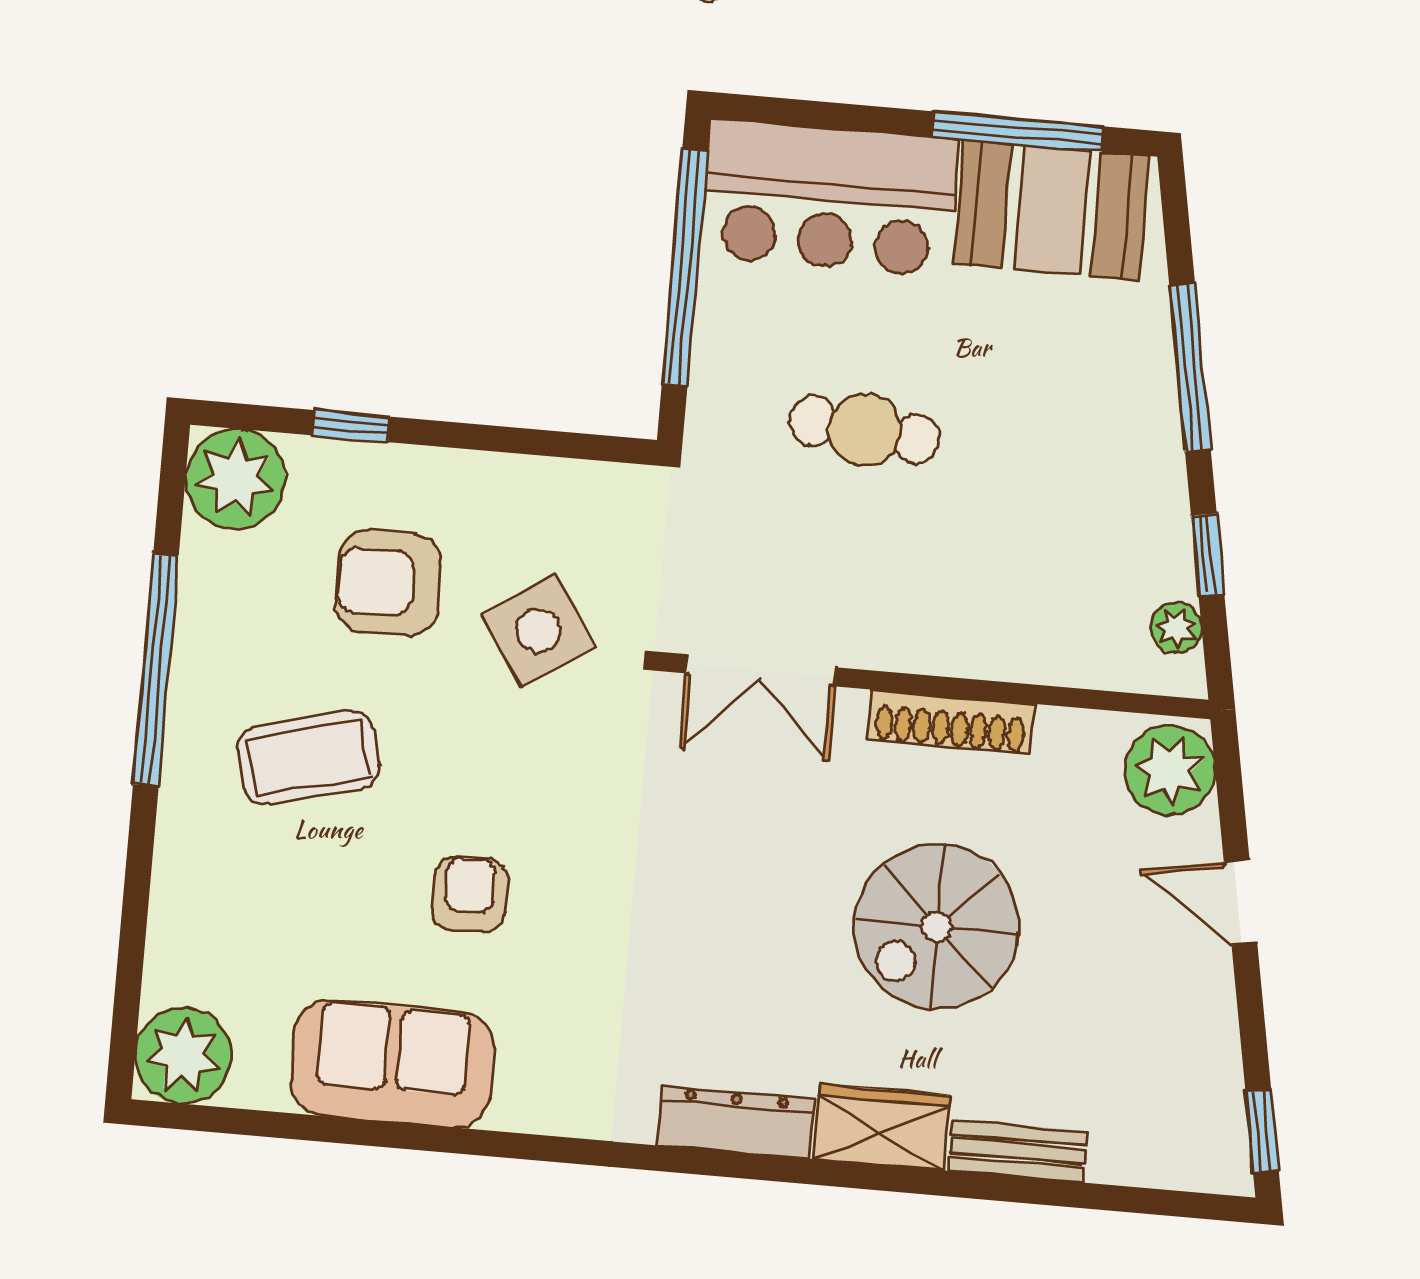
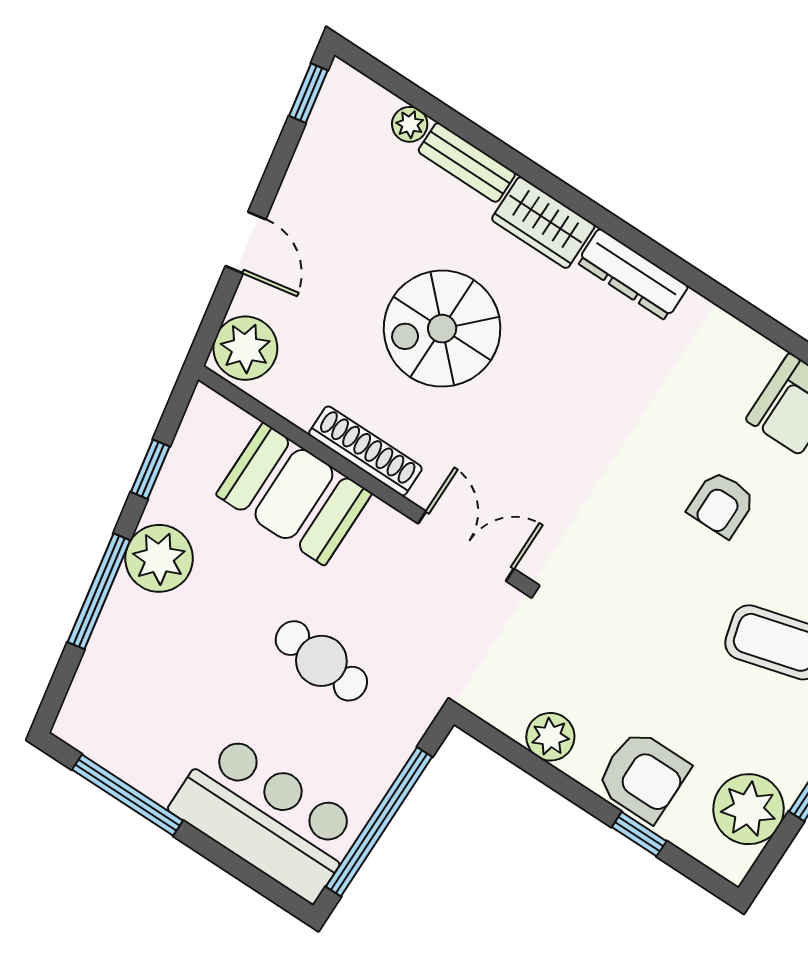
booth: (1051, 210) -> (294, 494), moved
plant: (236, 479) -> (749, 809), moved
plant: (527, 488) -> (550, 737), added
armchair: (388, 583) -> (643, 776), moved
plant: (1176, 628) -> (159, 558), moved, width x1.88, depth x1.88
side table: (538, 631) -> (591, 645), removed
spiral stairs: (937, 927) -> (442, 329), turned 180
plant: (1114, 1160) -> (410, 124), added

